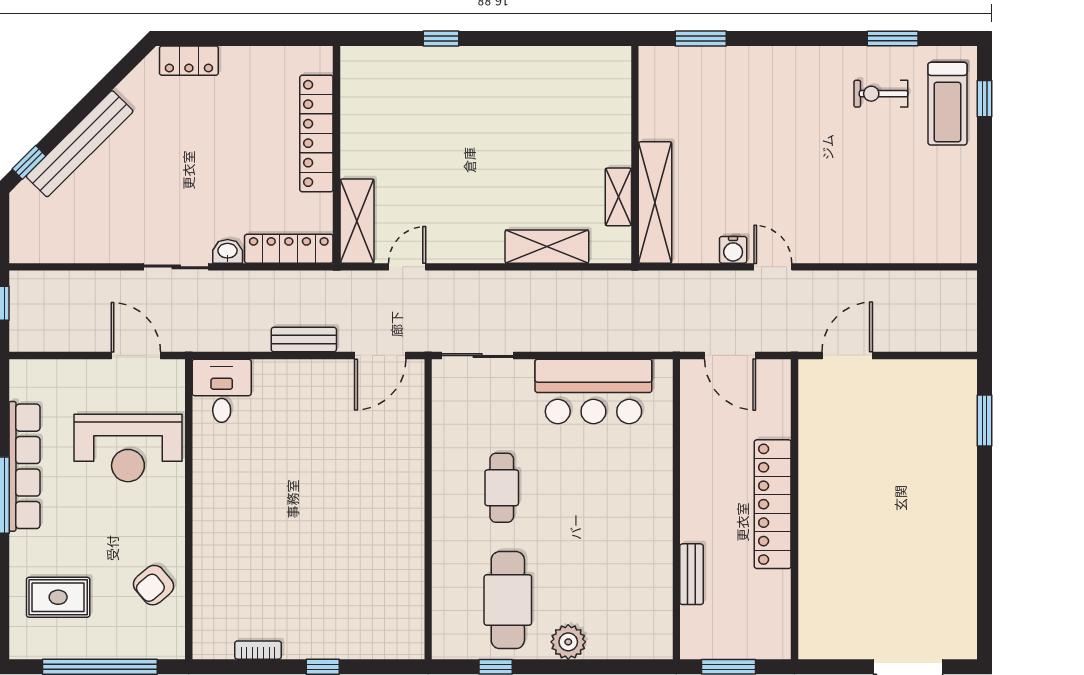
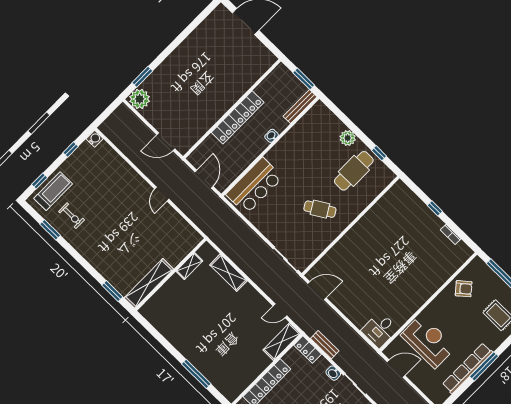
window: (441, 38) -> (196, 374), width x2.17
window: (985, 196) -> (71, 149), added
shelving: (655, 202) -> (149, 283), moved
locker: (289, 249) -> (308, 350), width x0.66
water cooler: (733, 250) -> (95, 139), moved
bench: (304, 340) -> (325, 345), moved
door: (136, 356) -> (396, 369), swing flipped
plant: (955, 382) -> (140, 99), added
bar counter: (593, 391) -> (254, 186), moved, turned 90
cafe table: (502, 488) -> (320, 209), turned 59
washbasin: (691, 528) -> (272, 136), added
bench: (691, 574) -> (300, 107), moved, width x1.36

